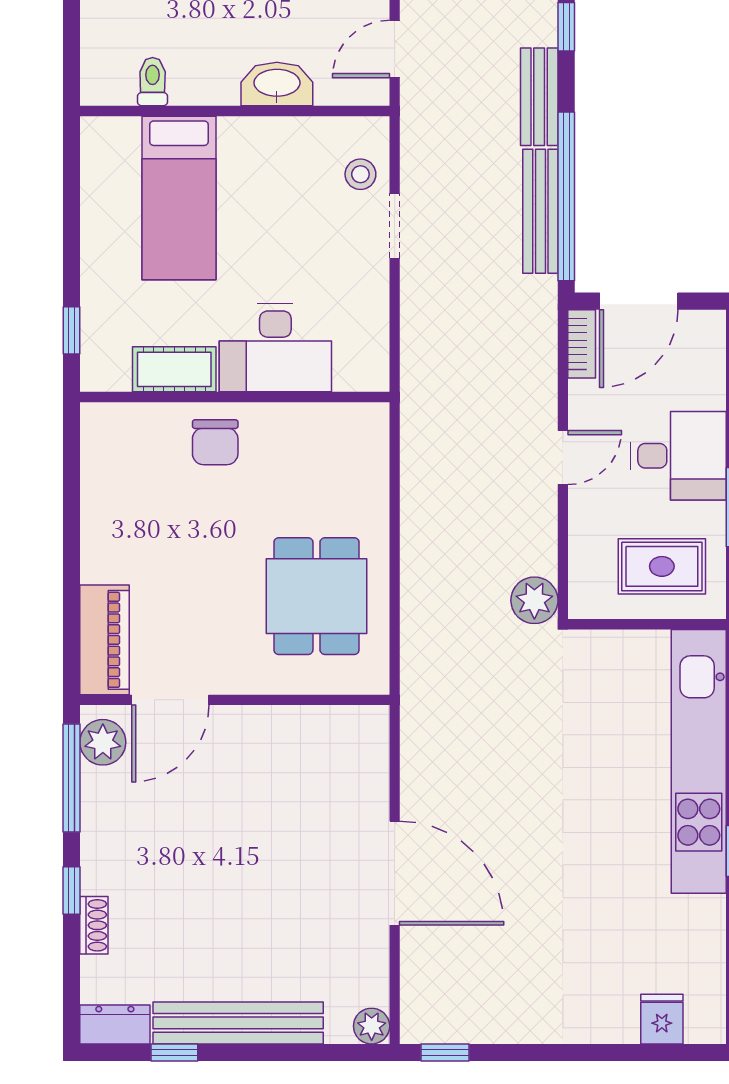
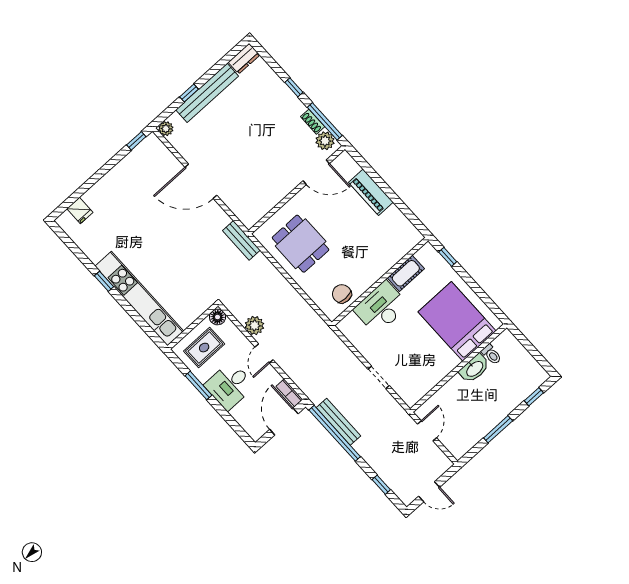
washbasin: (277, 84) -> (474, 369), moved
bench: (539, 97) -> (241, 240), moved
stool: (360, 174) -> (403, 383), removed
bed: (179, 198) -> (457, 321), width x1.50
chair: (215, 442) -> (342, 294), moved
plant: (534, 600) -> (254, 325), moved
floor lamp: (587, 600) -> (218, 317), added
piano: (105, 640) -> (371, 192), moved
door: (170, 700) -> (316, 172), swing flipped
shoe rack: (94, 925) -> (313, 122), moved
window: (174, 1052) -> (189, 93), moved

